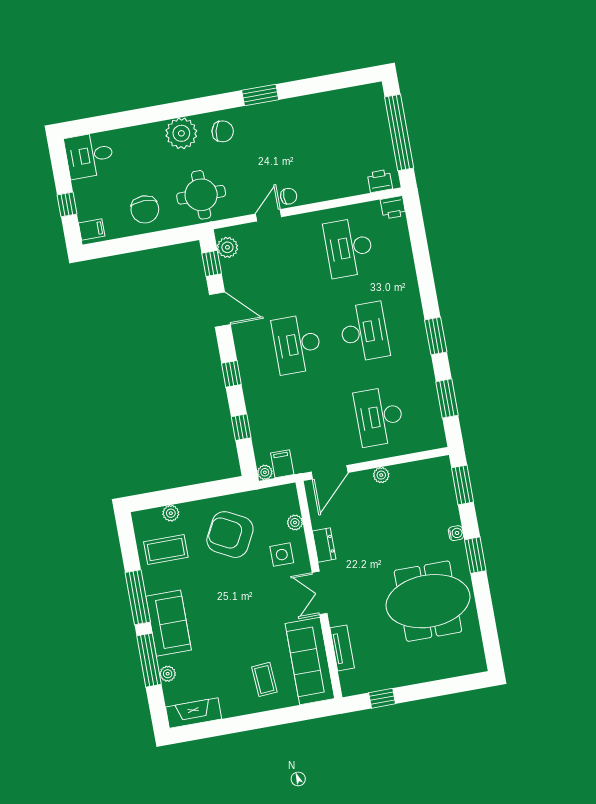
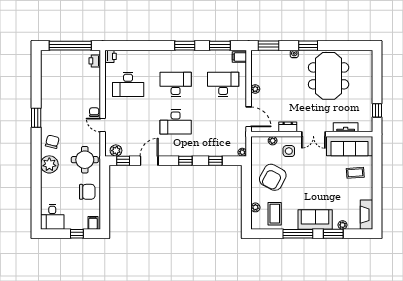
desk: (379, 417) -> (223, 84), turned 180
filing cabinet: (282, 464) -> (239, 57), moved
window: (149, 660) -> (333, 234), width x0.69

